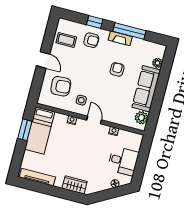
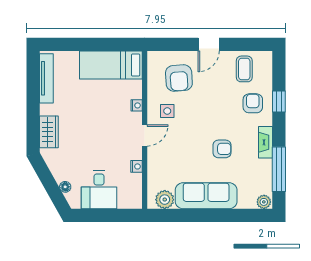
window: (129, 31) -> (279, 169), moved
armchair: (91, 40) -> (253, 103), turned 180
plant: (157, 63) -> (264, 202), moved
window: (25, 130) -> (107, 44), removed

